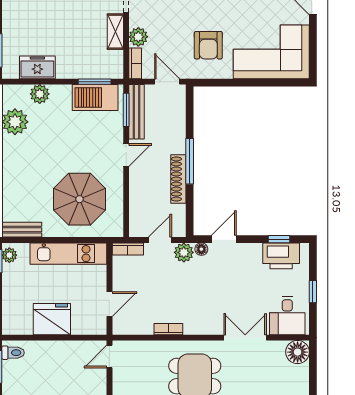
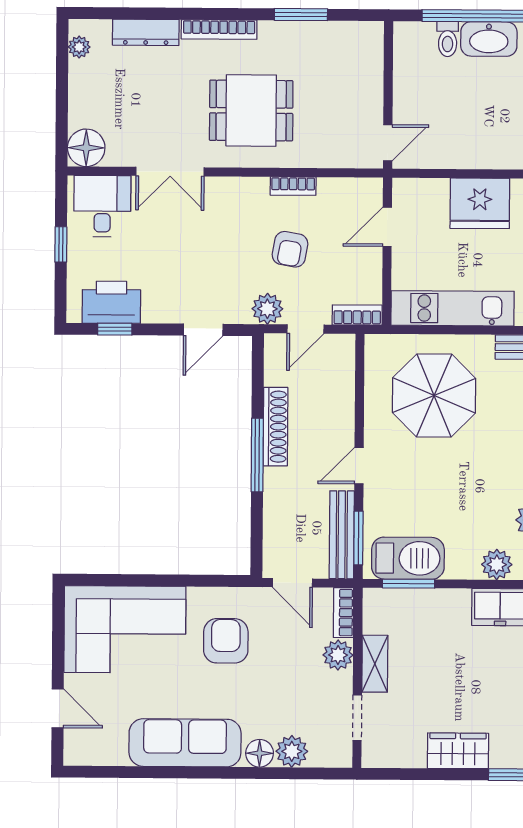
floor lamp: (201, 249) -> (239, 314), removed
armchair: (170, 290) -> (290, 249), added

